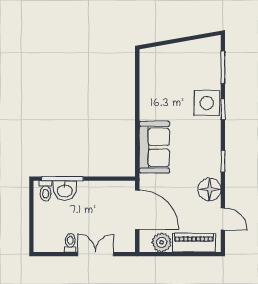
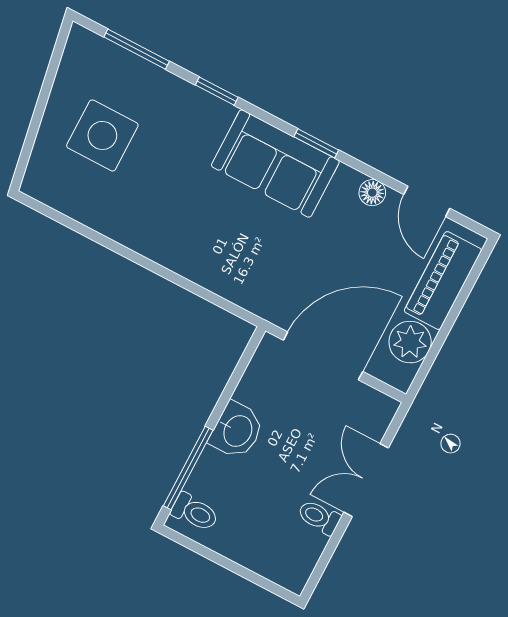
side table: (207, 103) -> (102, 135), moved
sofa: (154, 147) -> (275, 164), moved, turned 180
floor lamp: (209, 189) -> (372, 193), width x0.53, depth x0.53
washbasin: (65, 190) -> (237, 430), moved
door: (223, 219) -> (427, 201), swing flipped

